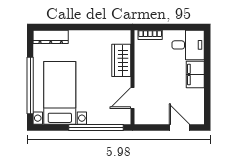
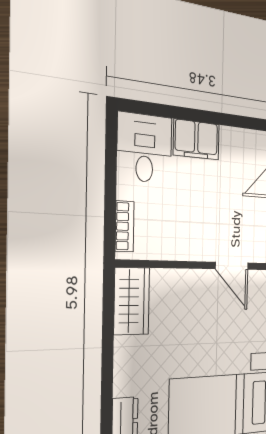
wardrobe: (121, 60) -> (132, 301), moved, turned -90

